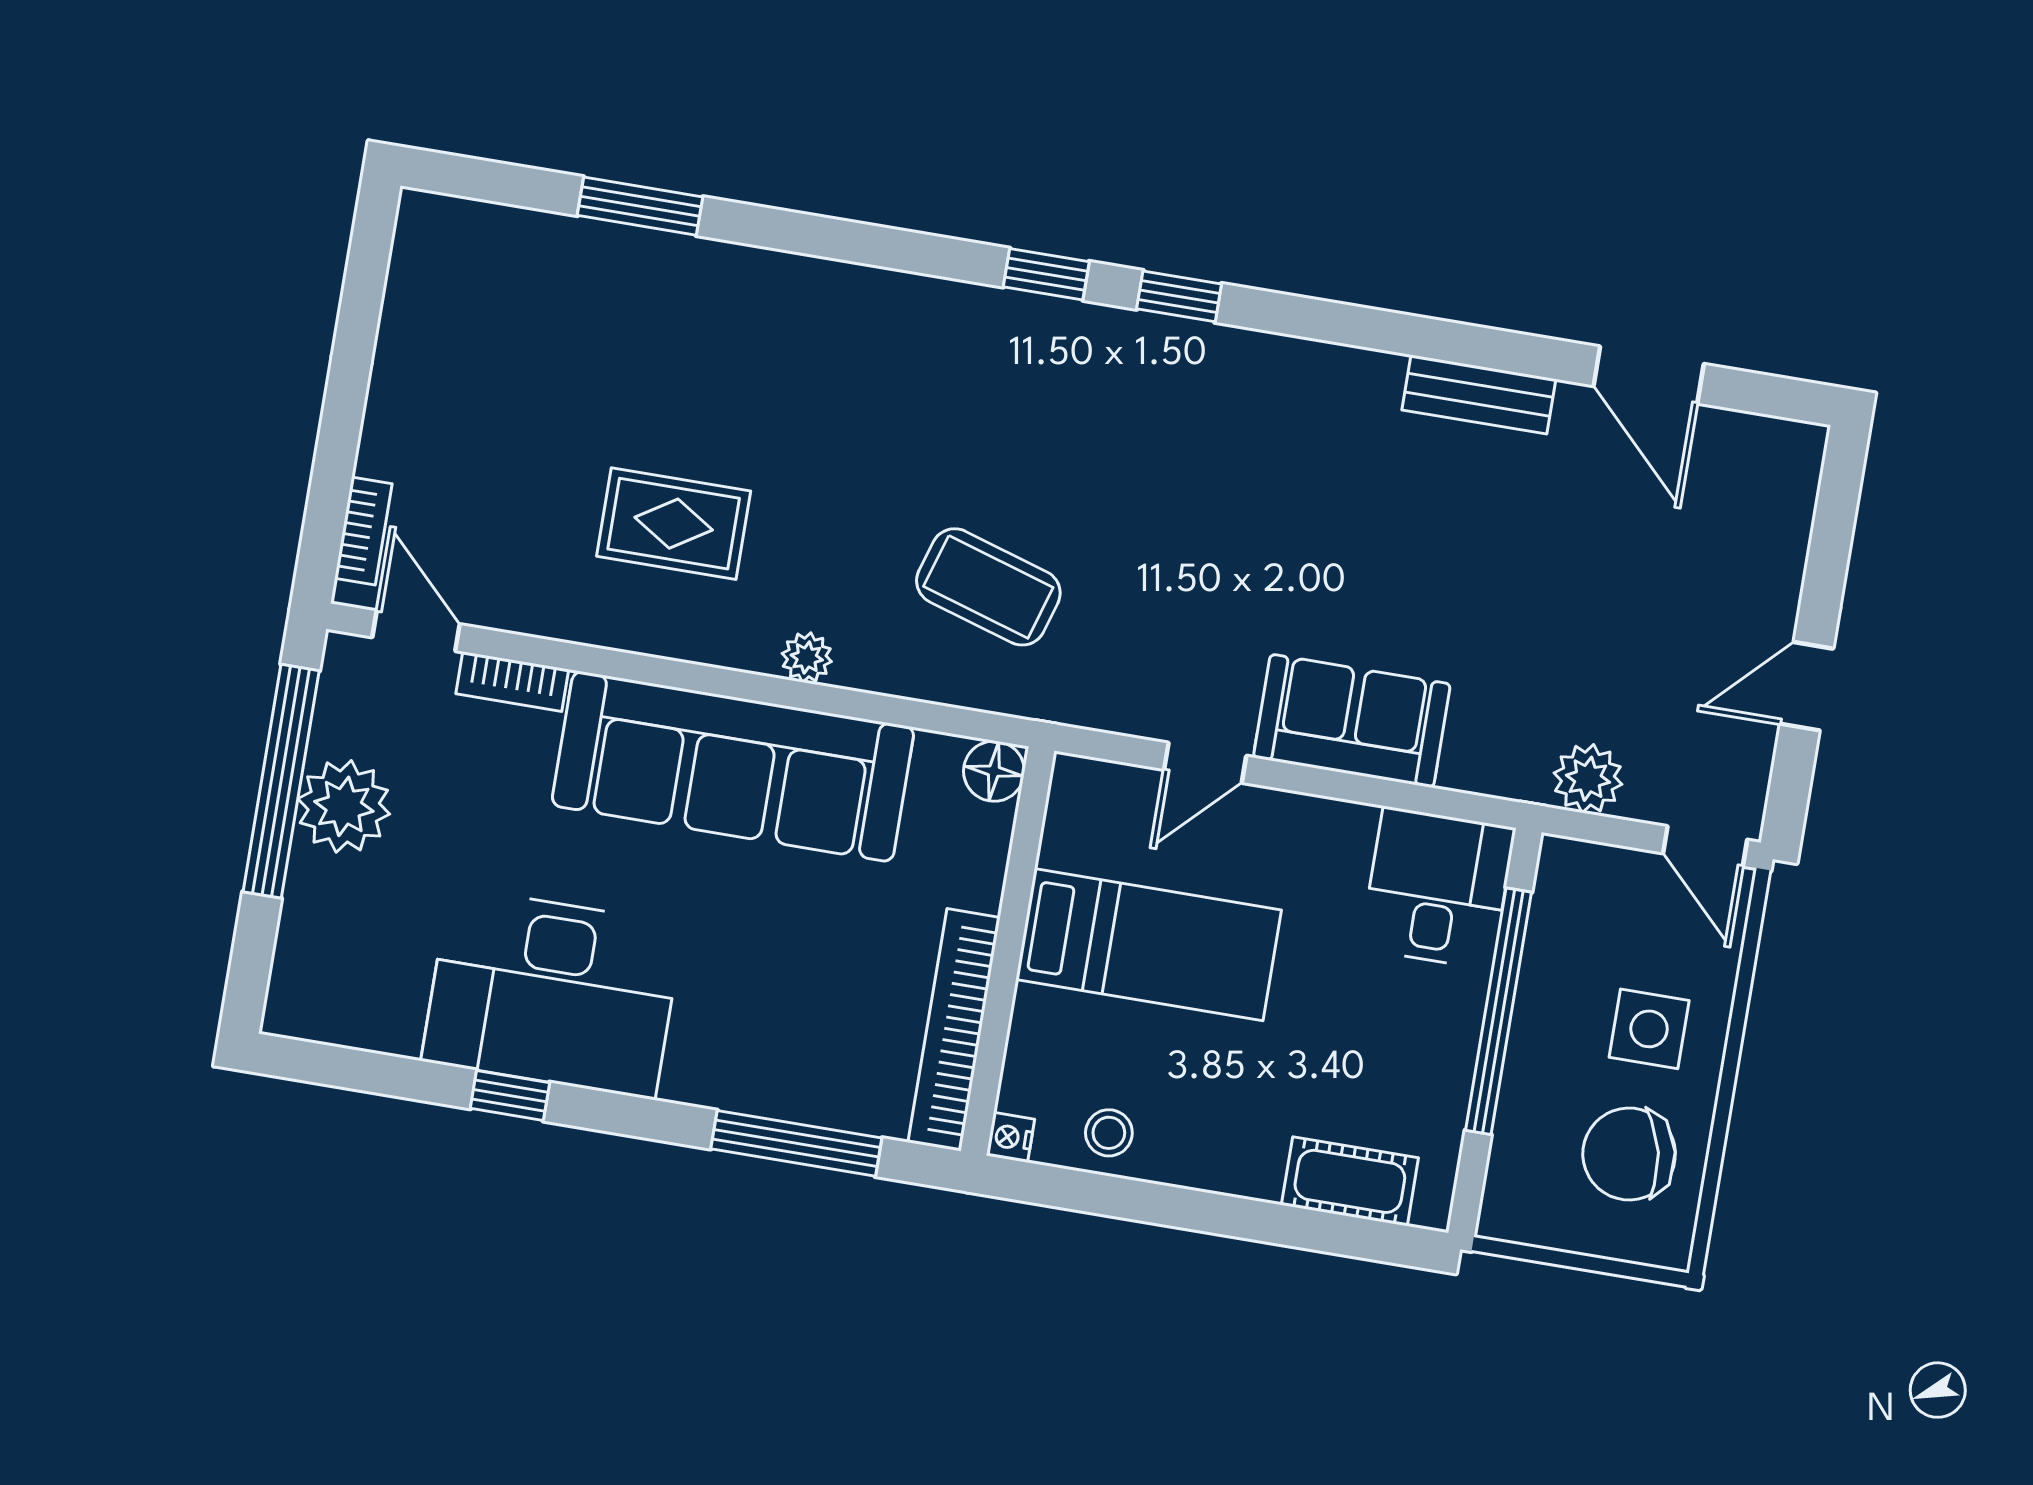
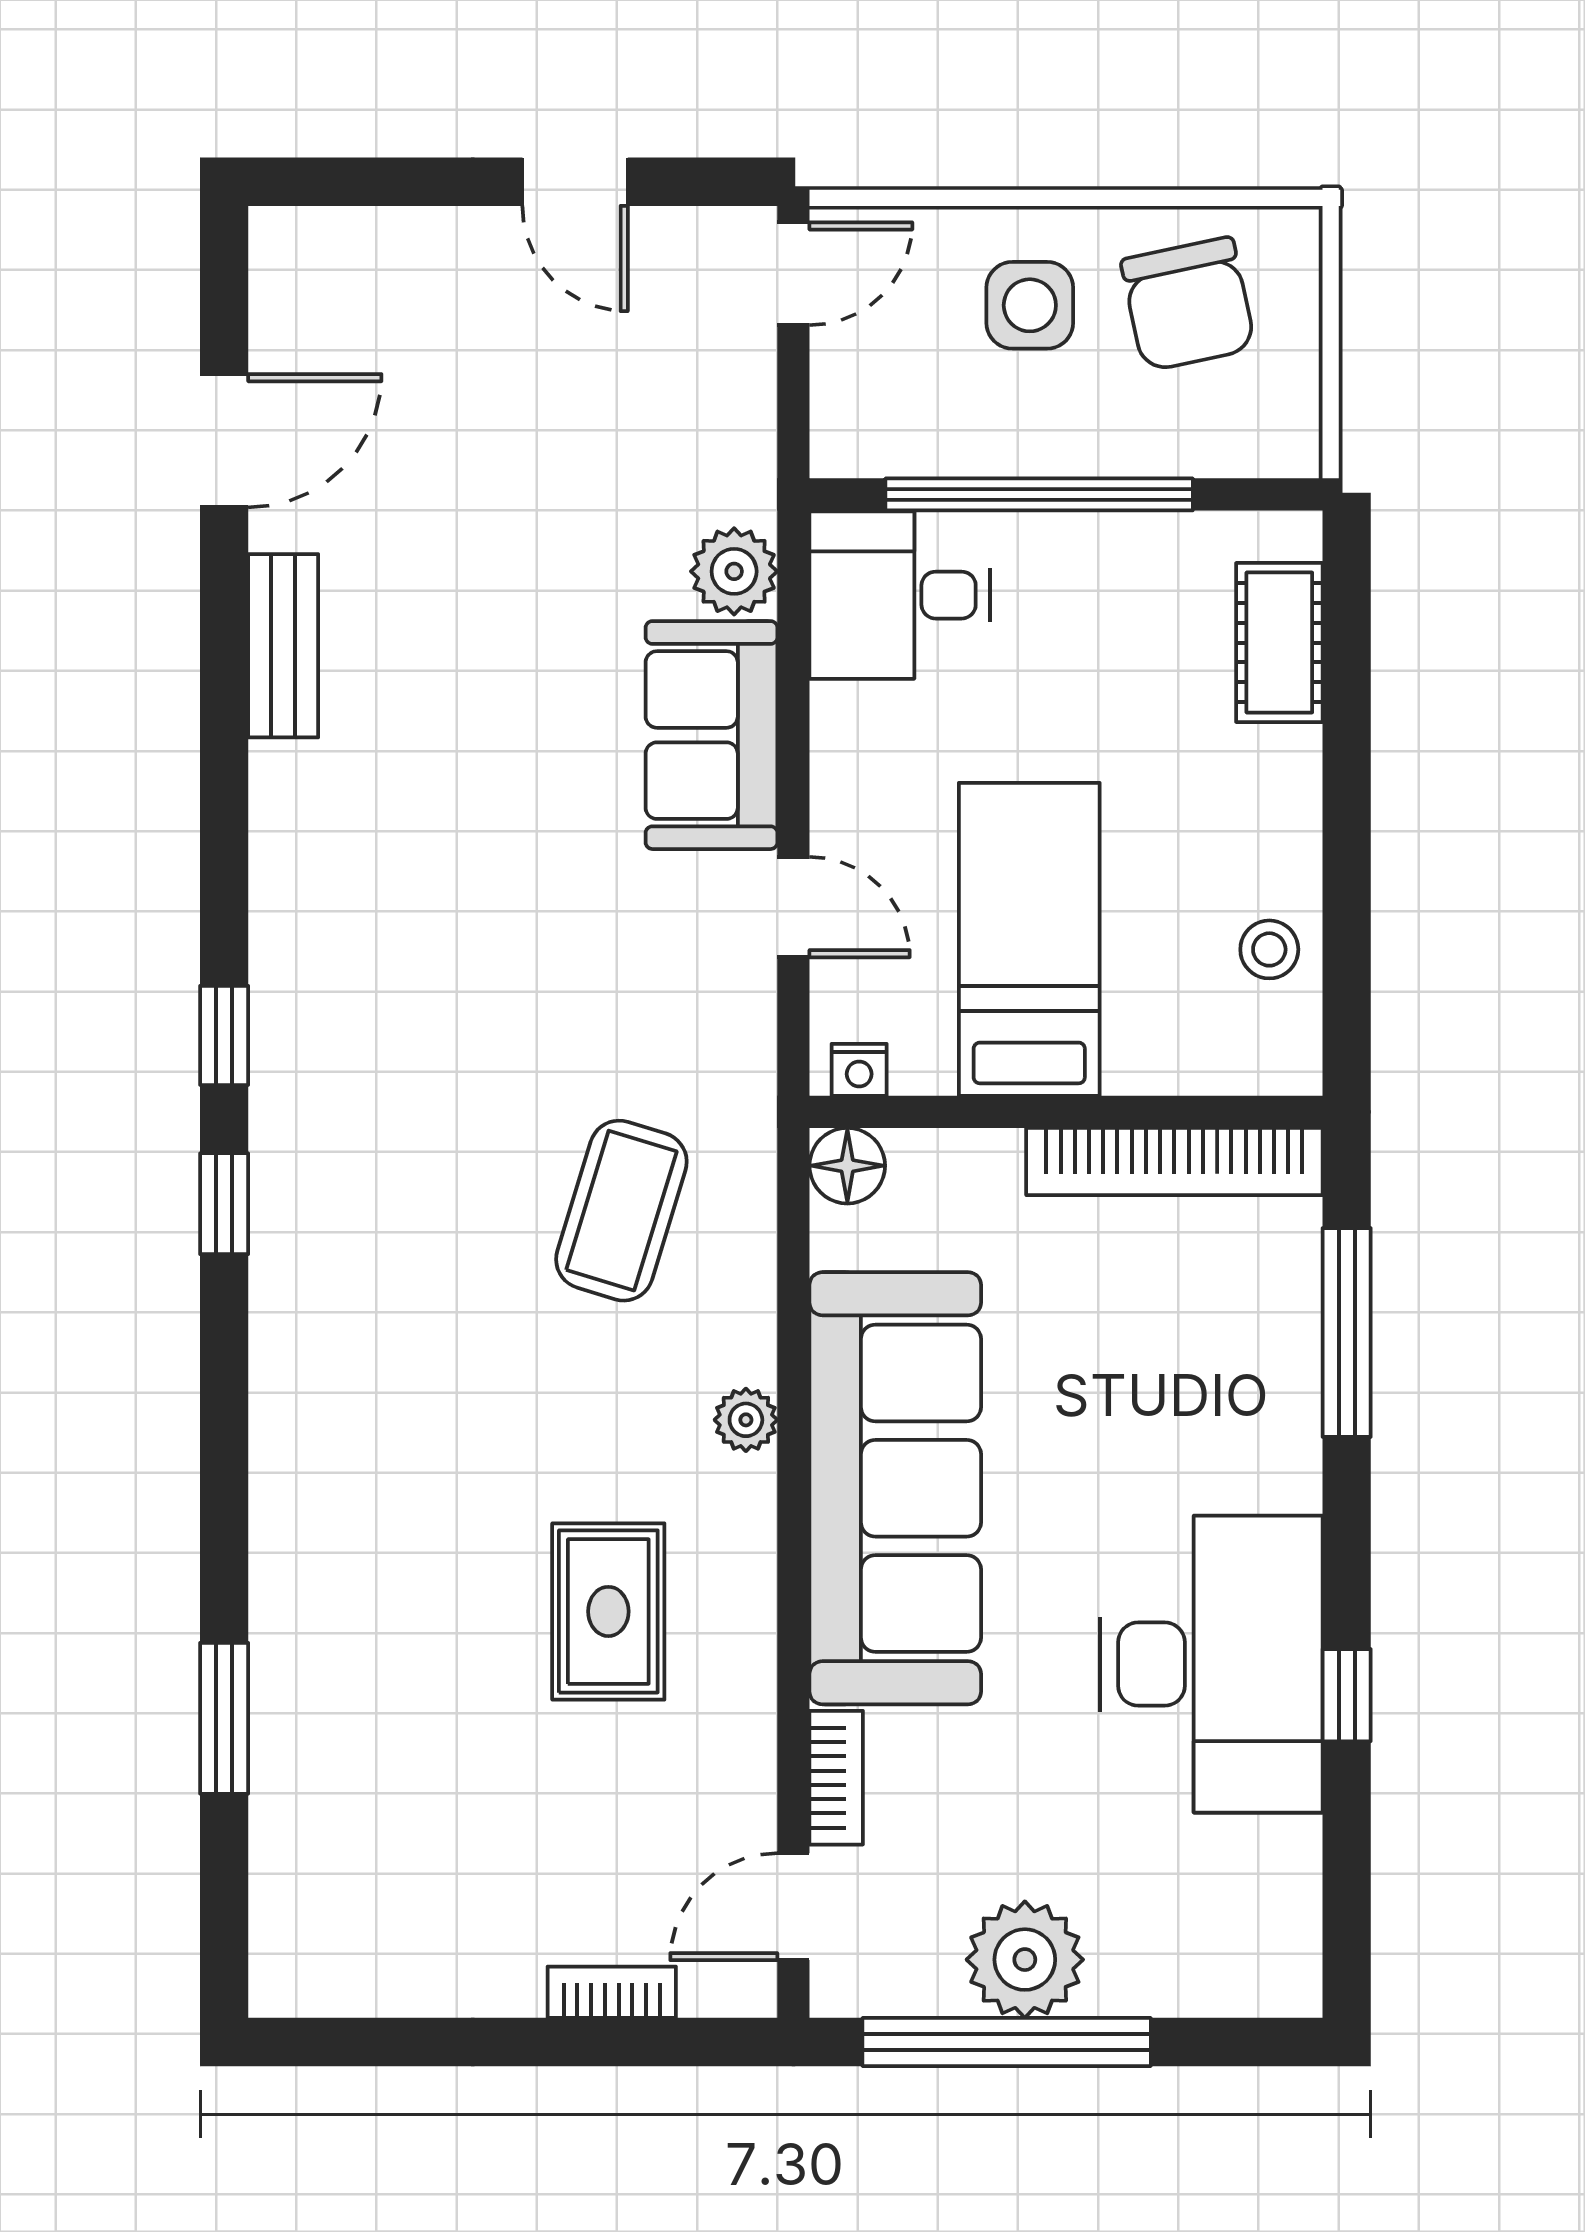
bookcase: (363, 531) -> (612, 1992), moved
plant: (1588, 779) -> (734, 571), moved
nightstand: (1010, 1137) -> (859, 1070), moved

